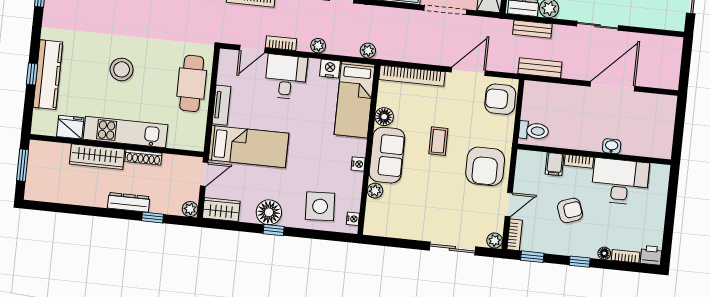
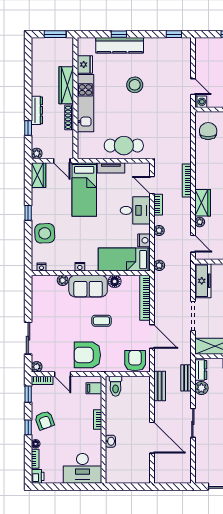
stool: (122, 69) -> (135, 85), moved
filing cabinet: (555, 164) -> (94, 388), moved
desk: (620, 181) -> (82, 468), moved, turned 90
side table: (320, 206) -> (45, 233), moved
armchair: (570, 210) -> (45, 420), moved
floor lamp: (269, 212) -> (40, 208), removed

